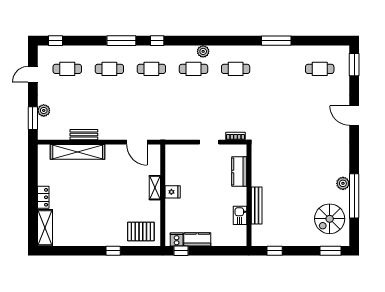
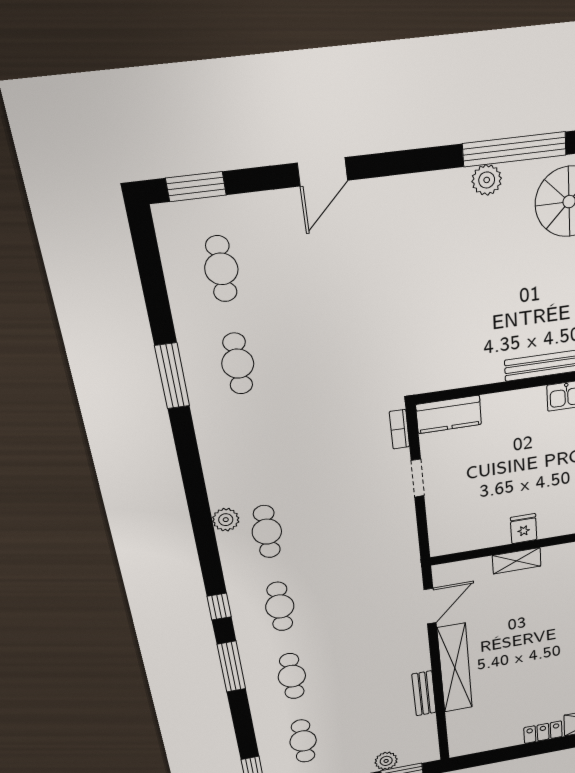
cafe table: (236, 69) -> (238, 364), moved
shelving: (78, 152) -> (455, 668), moved
kitchen counter: (239, 171) -> (449, 414), moved

